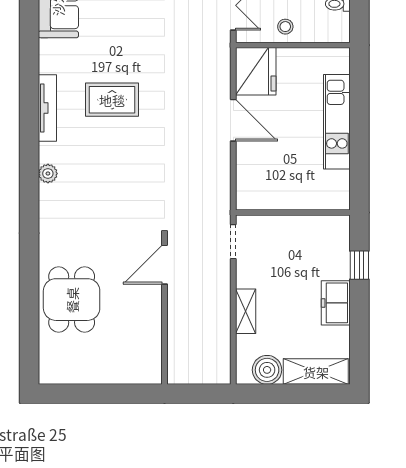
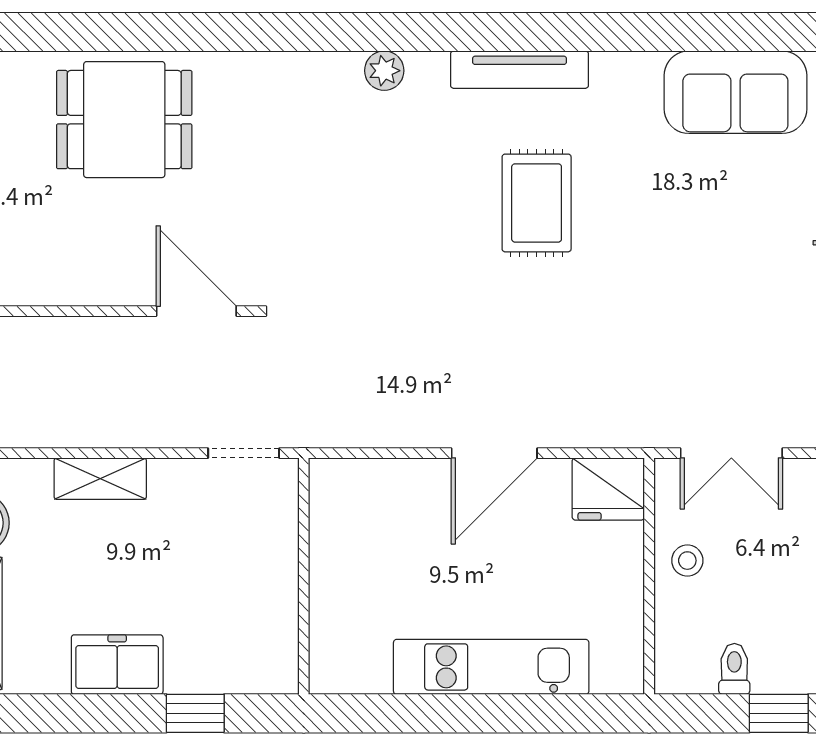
fridge: (256, 71) -> (608, 489), width x0.73, depth x0.75

